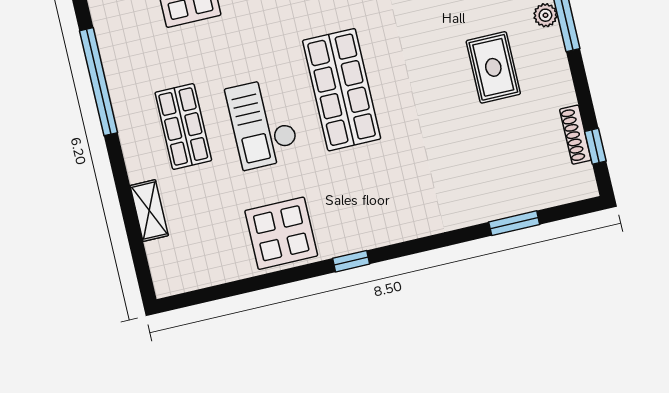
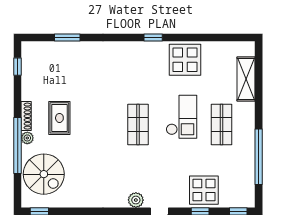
shop shelf: (342, 90) -> (138, 124), width x0.70, depth x0.74
shoe rack: (575, 135) -> (26, 116), moved
shelving: (149, 211) -> (246, 79), width x1.50, depth x1.33

